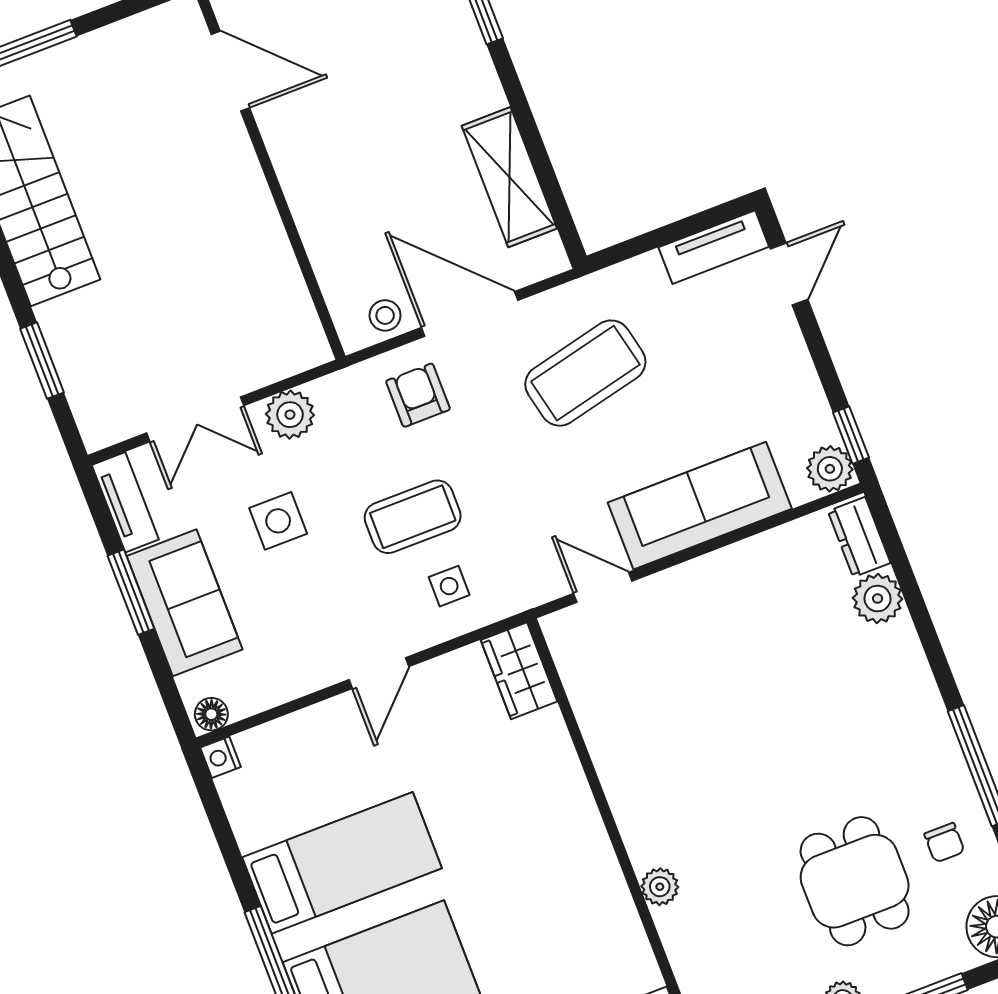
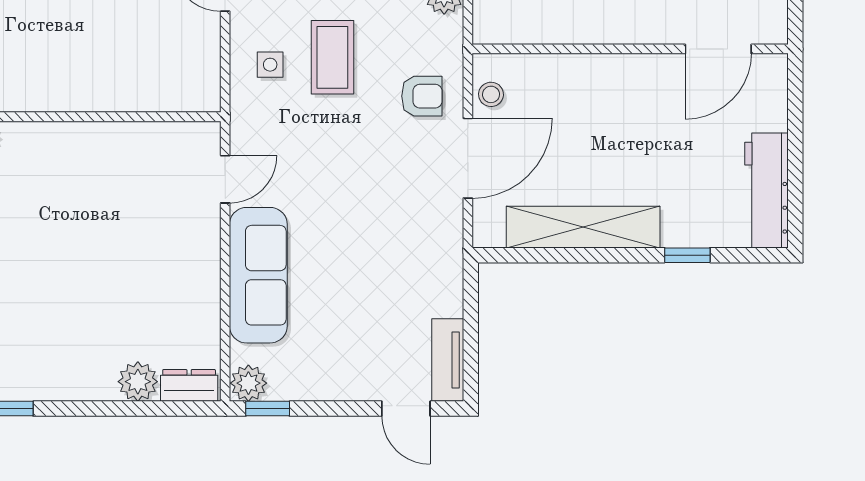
shelving: (509, 177) -> (583, 227), width x1.47
coffee table: (585, 373) -> (390, 228), removed
wardrobe: (519, 671) -> (187, 93), removed

